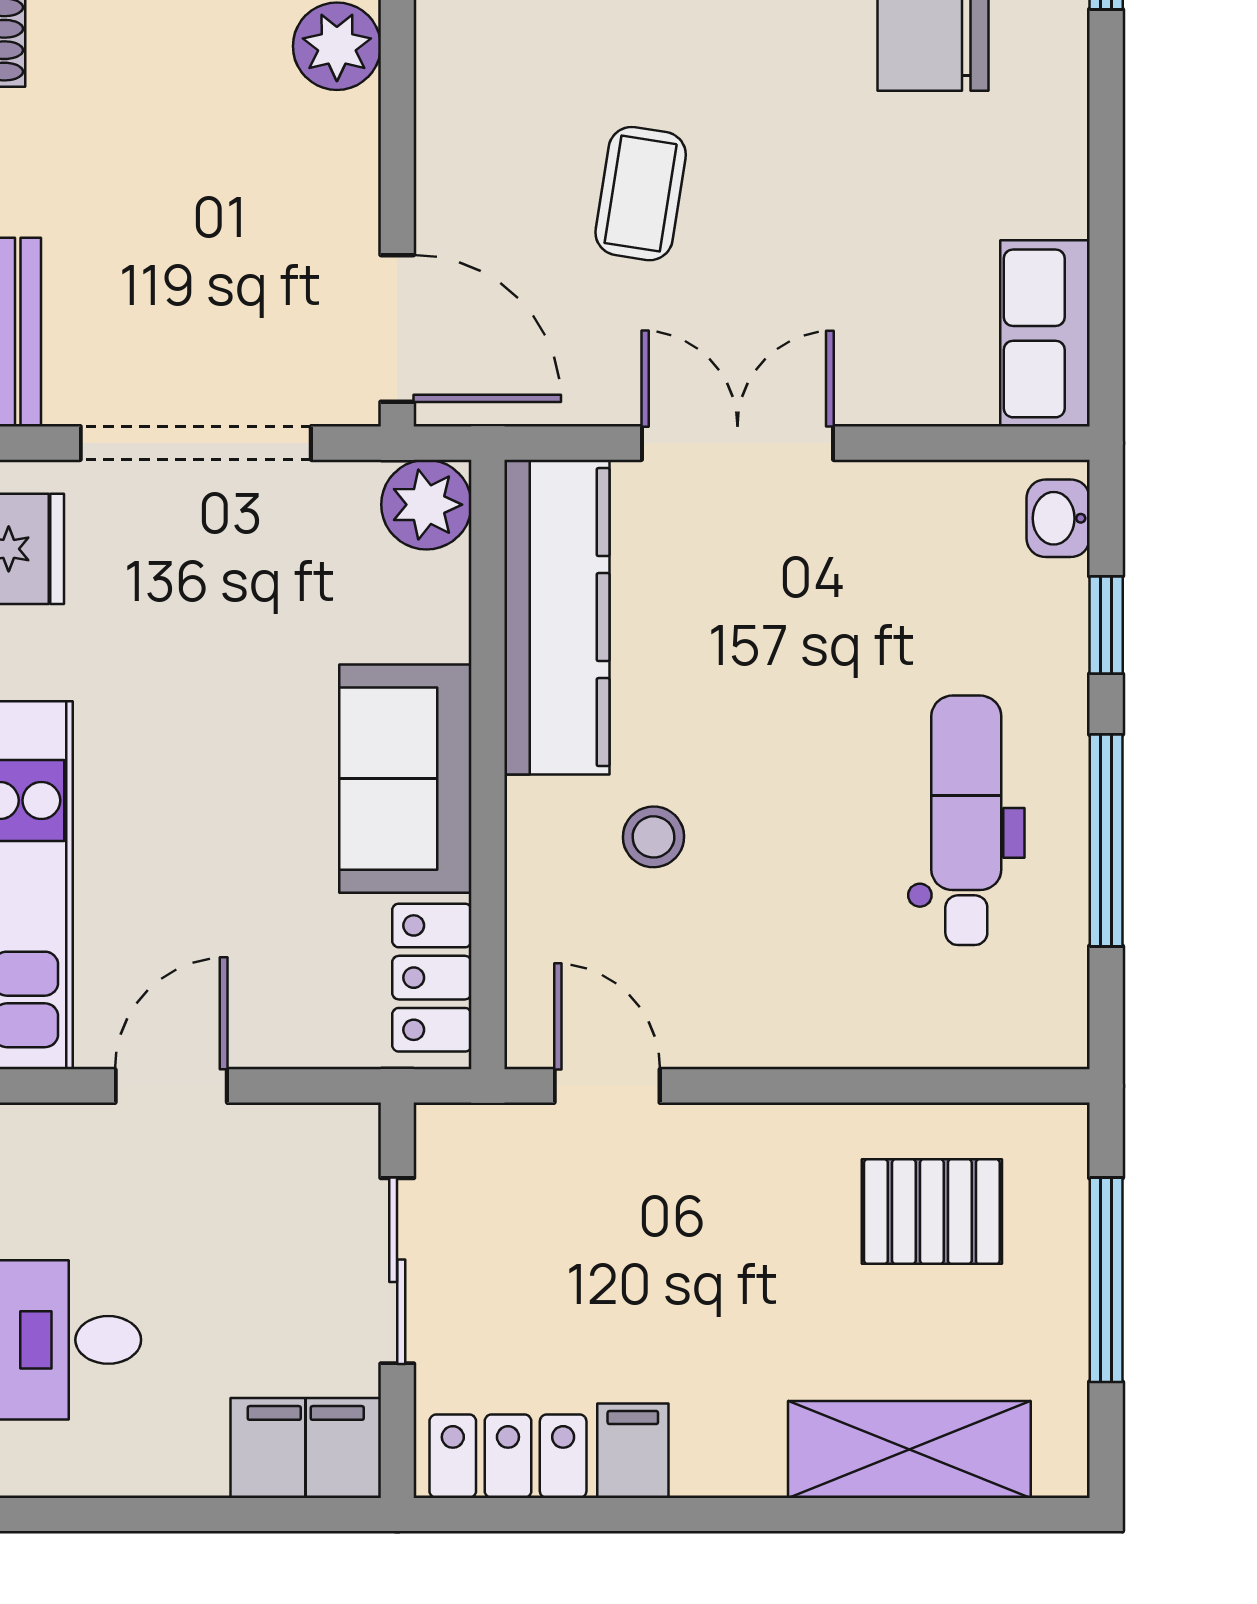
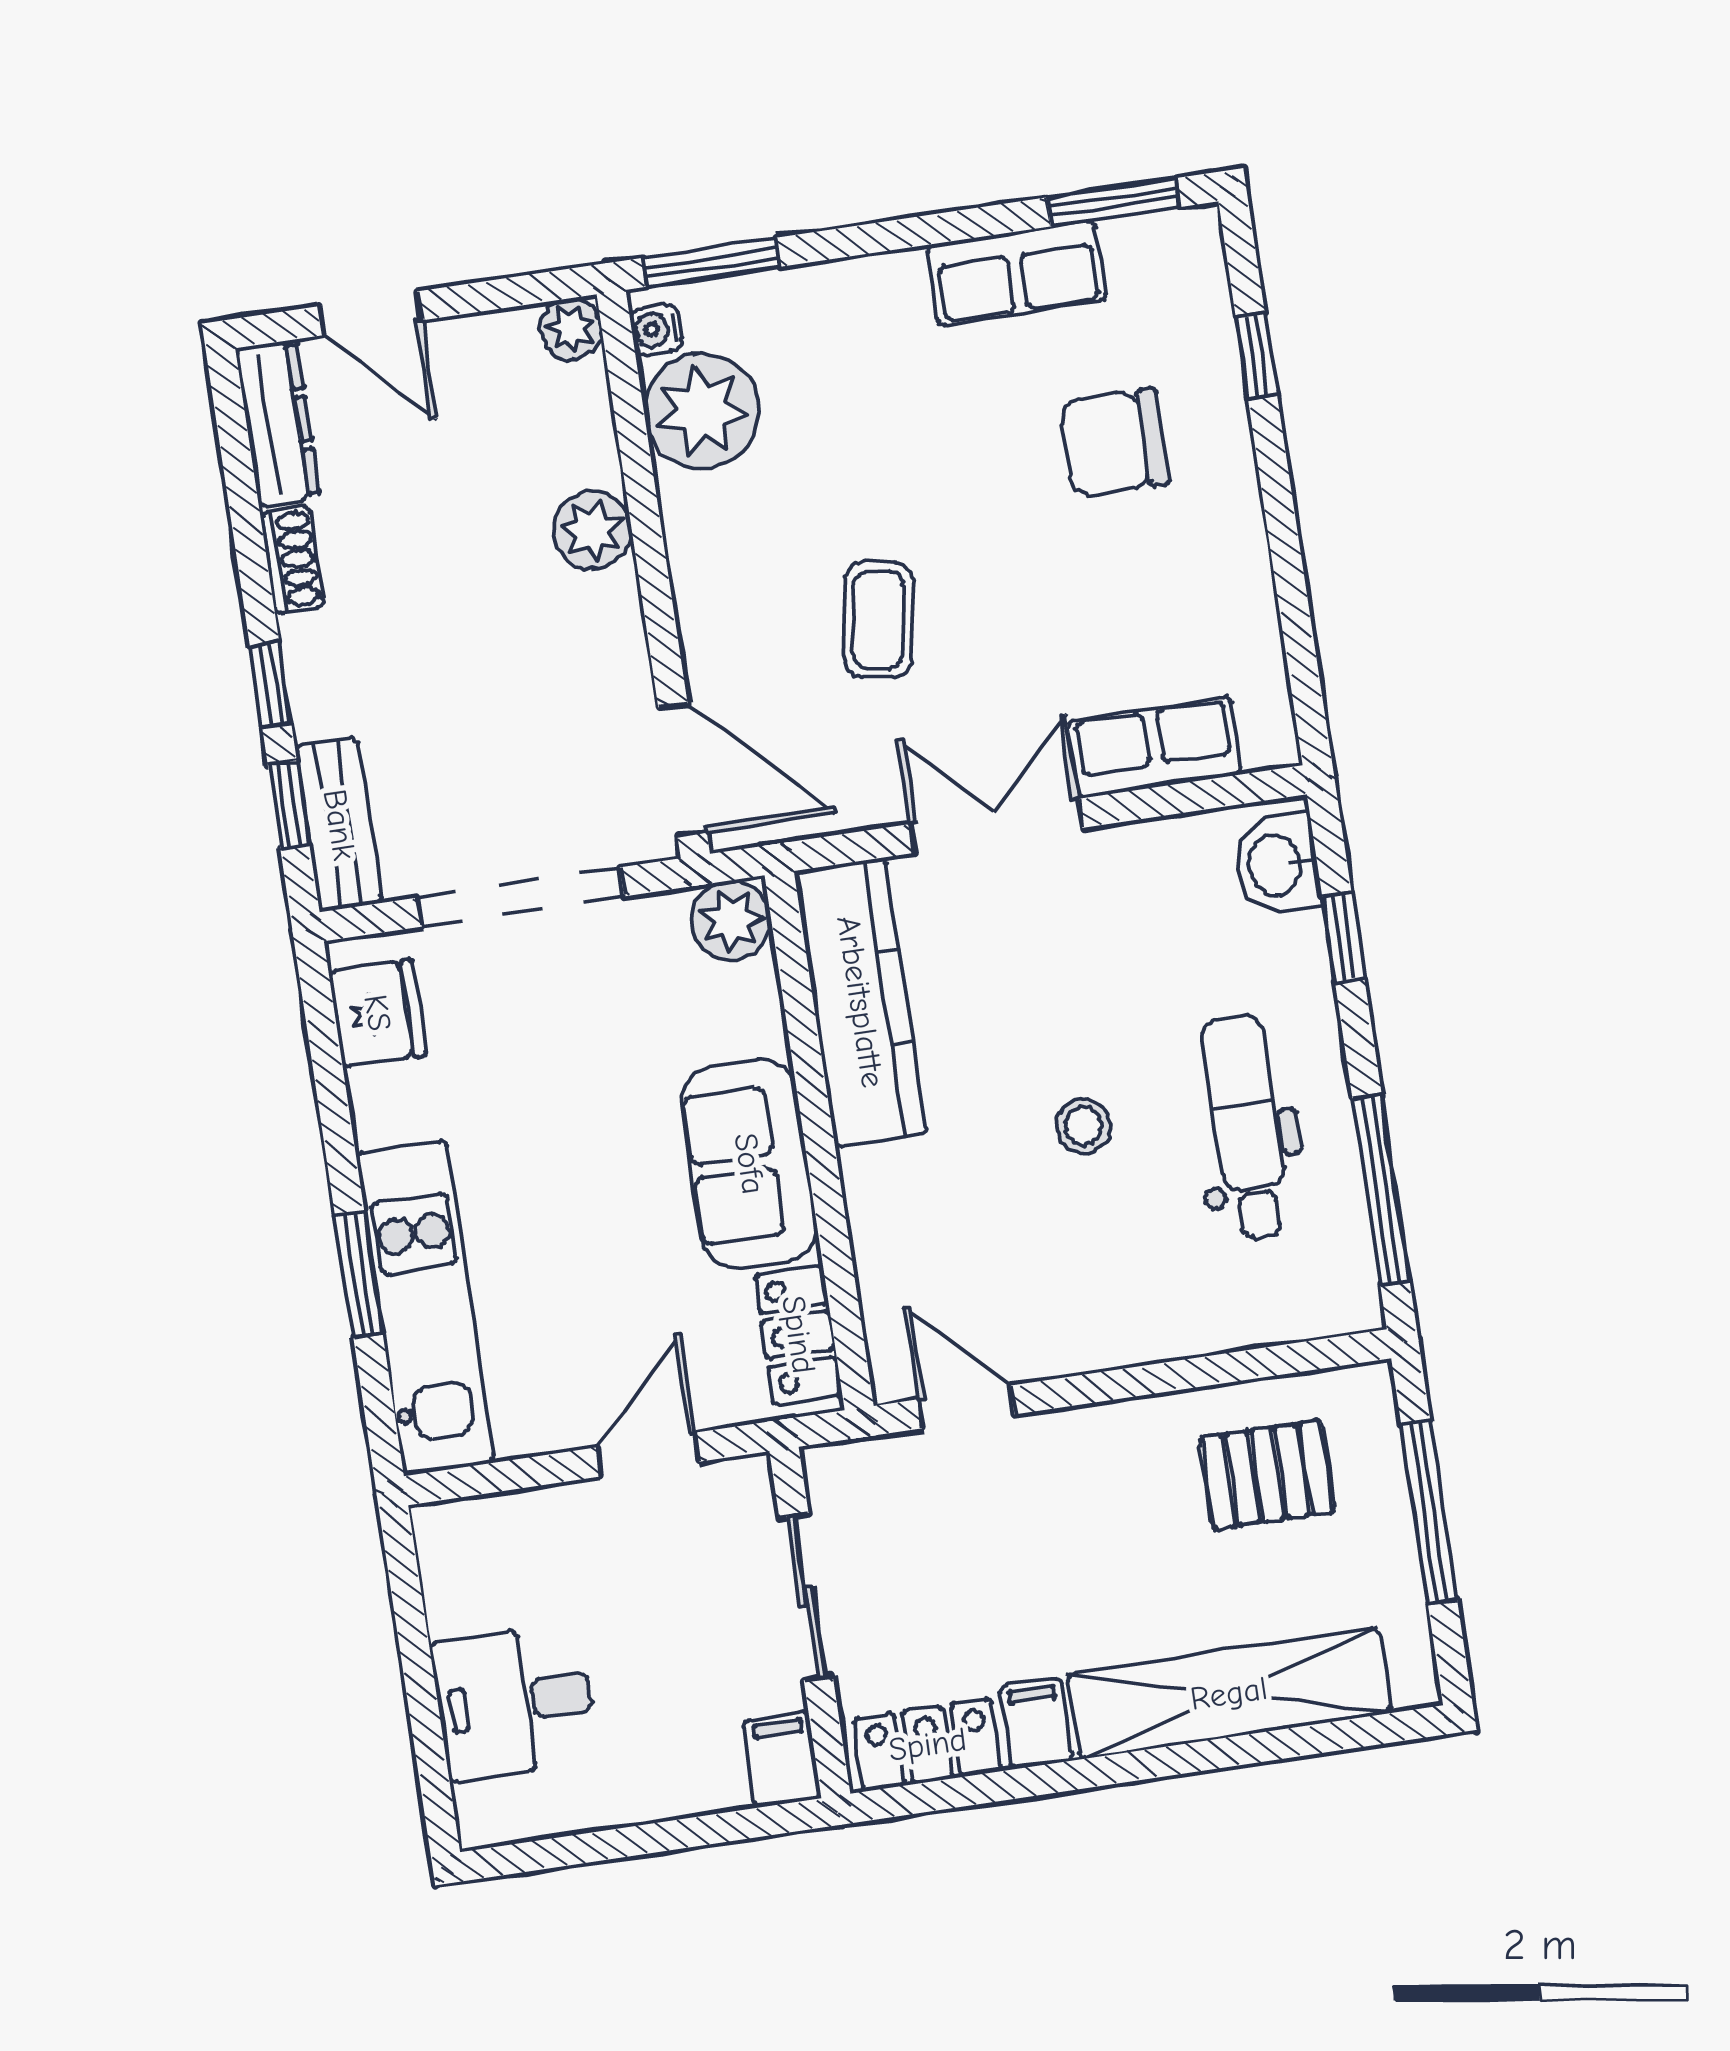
row of seats: (1045, 333) -> (1154, 748), moved, turned 90
washbasin: (1058, 518) -> (1277, 865), width x1.38, depth x1.45
stool: (653, 837) -> (1084, 1126), moved
window: (1106, 840) -> (1381, 1190), moved
door: (171, 1086) -> (648, 1454), moved
filing cabinet: (306, 1448) -> (782, 1759), width x0.50
shelving: (909, 1449) -> (1229, 1694), width x1.47

